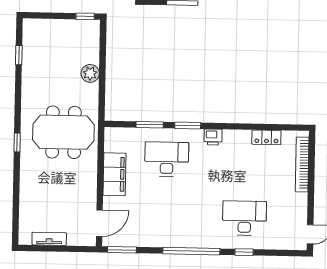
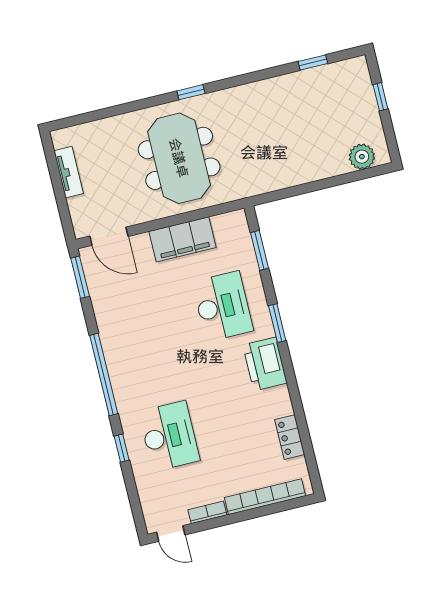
window: (85, 16) -> (380, 97), moved
plant: (90, 73) -> (362, 157), moved
window: (150, 125) -> (259, 250), moved
meeting table: (63, 132) -> (179, 158), moved
printer: (213, 137) -> (265, 364), width x1.87, depth x1.48
bookcase: (303, 206) -> (207, 512), added

